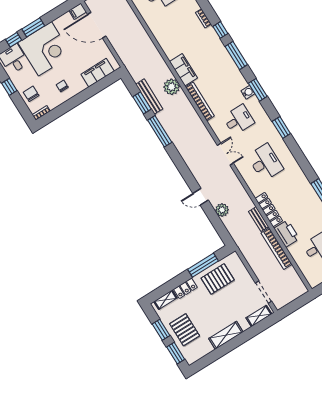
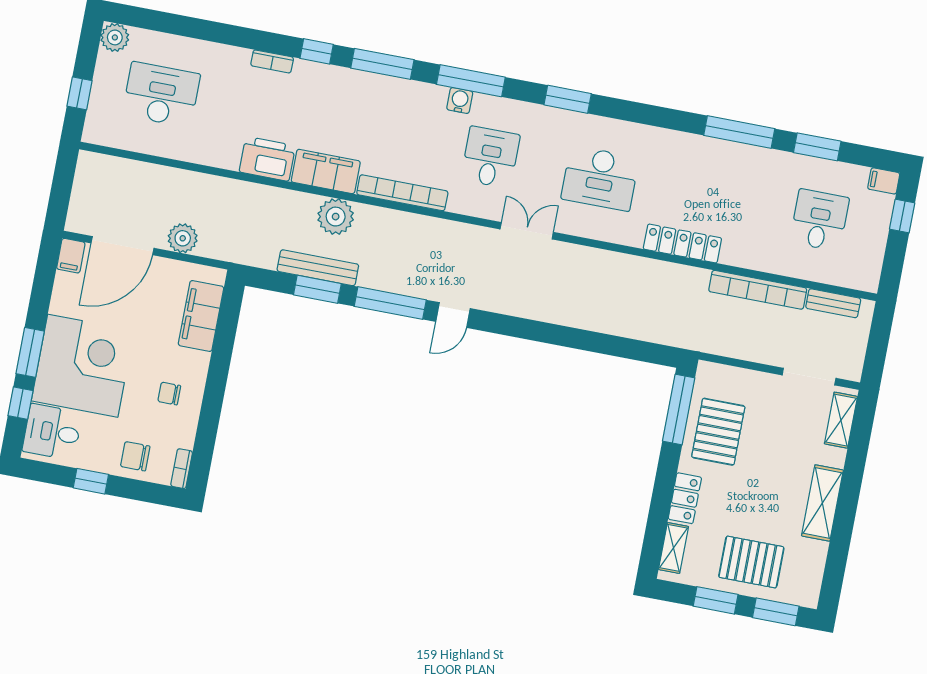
window: (258, 90) -> (471, 81), width x1.44
desk: (265, 162) -> (600, 178), turned 180
door: (201, 197) -> (453, 315), moved
plant: (222, 210) -> (183, 238), moved
bench: (259, 219) -> (833, 303), moved
printer: (287, 234) -> (267, 159), moved
window: (203, 265) -> (679, 409), moved

